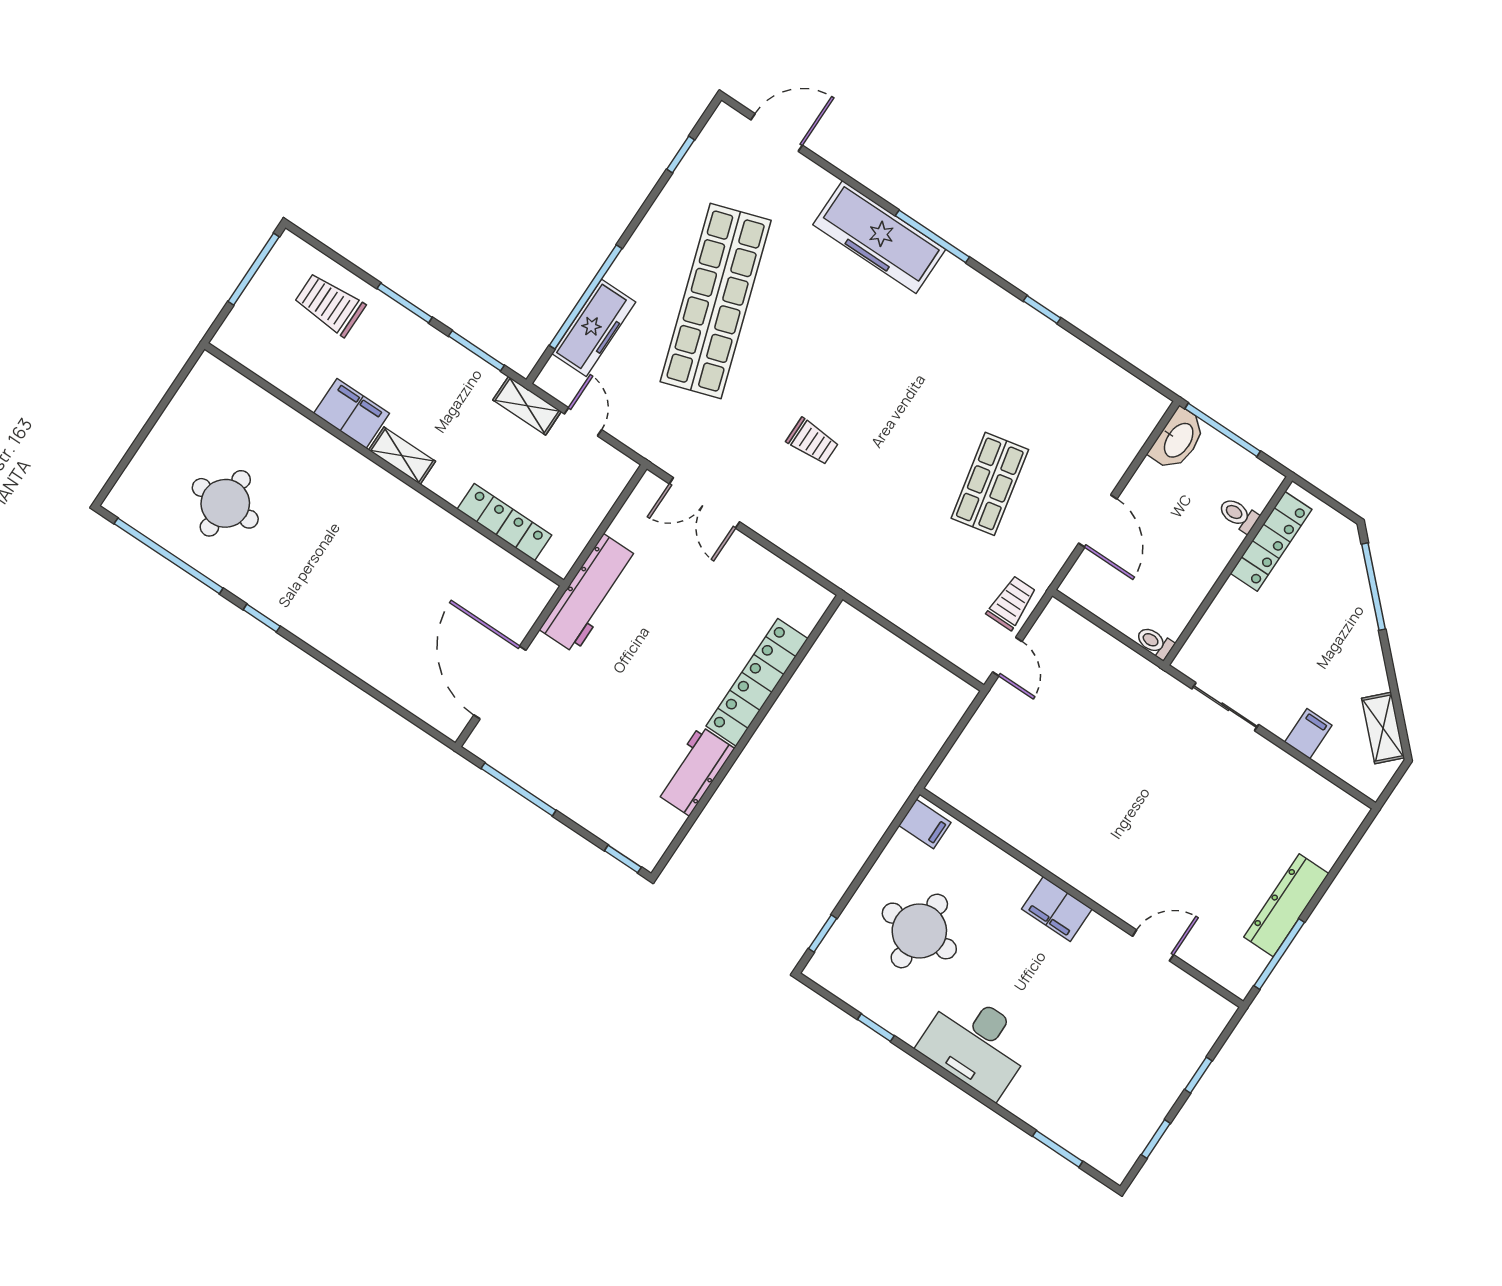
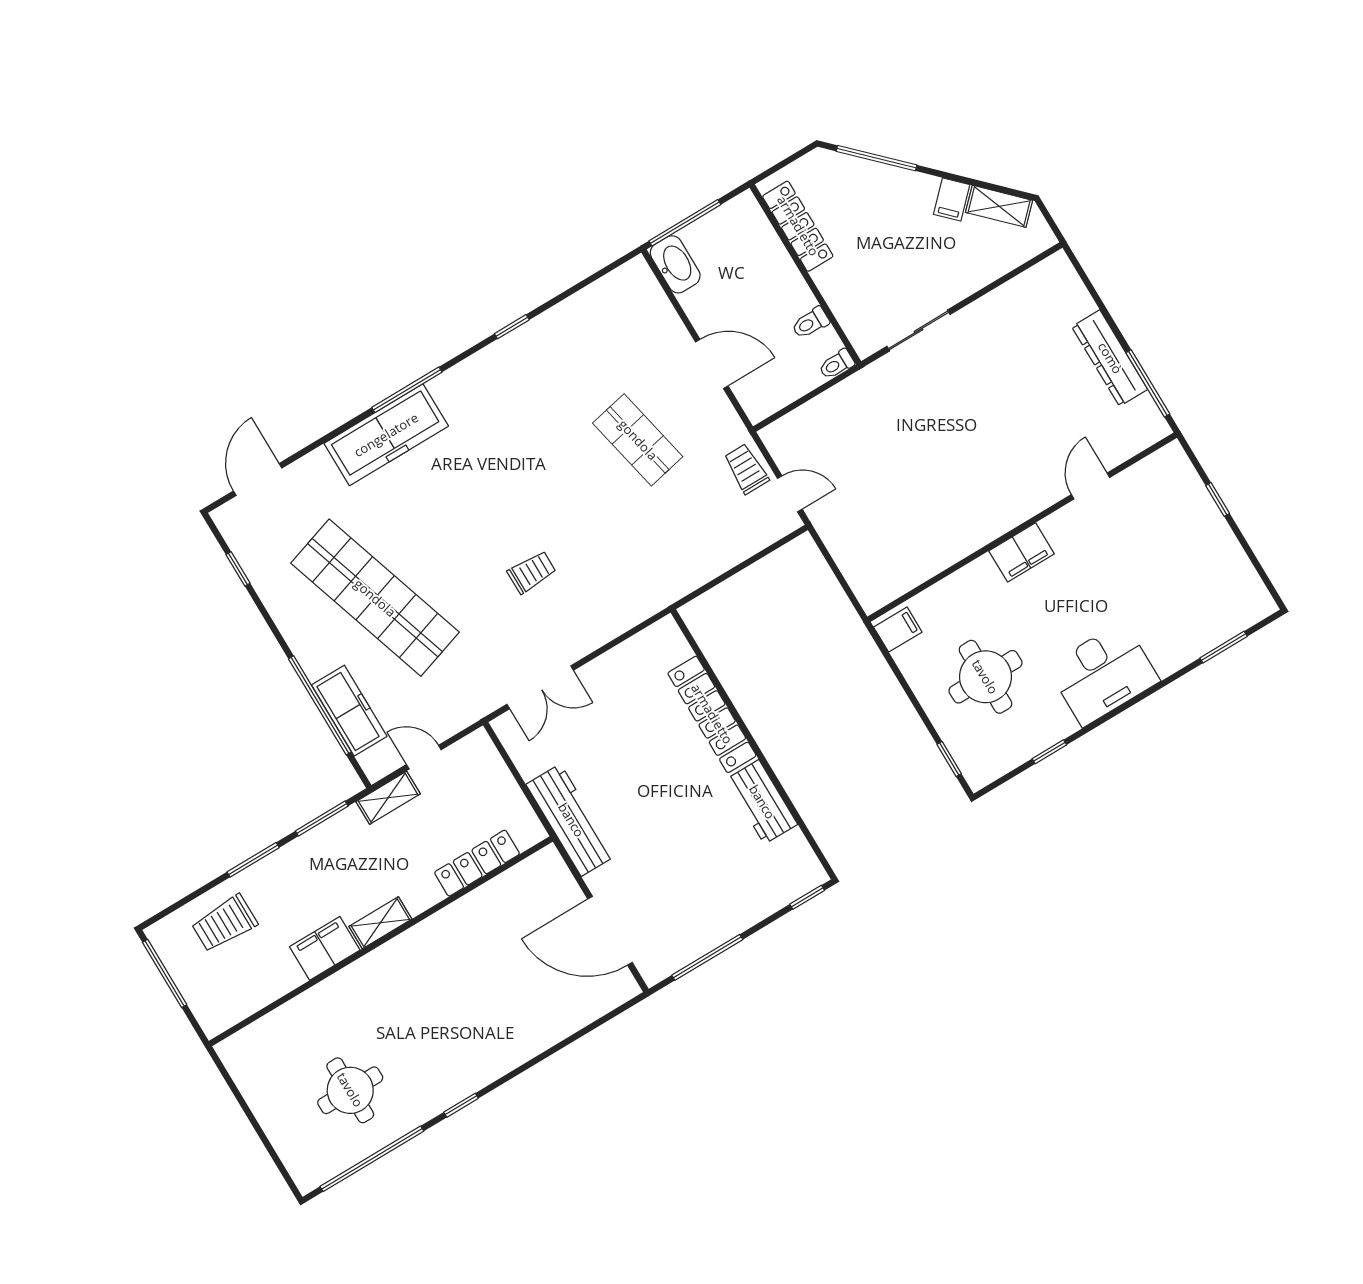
toilet: (1238, 515) -> (810, 323), moved
filing cabinet: (1308, 734) -> (952, 199), moved, turned -135
window: (1156, 1139) -> (1254, 561), removed

